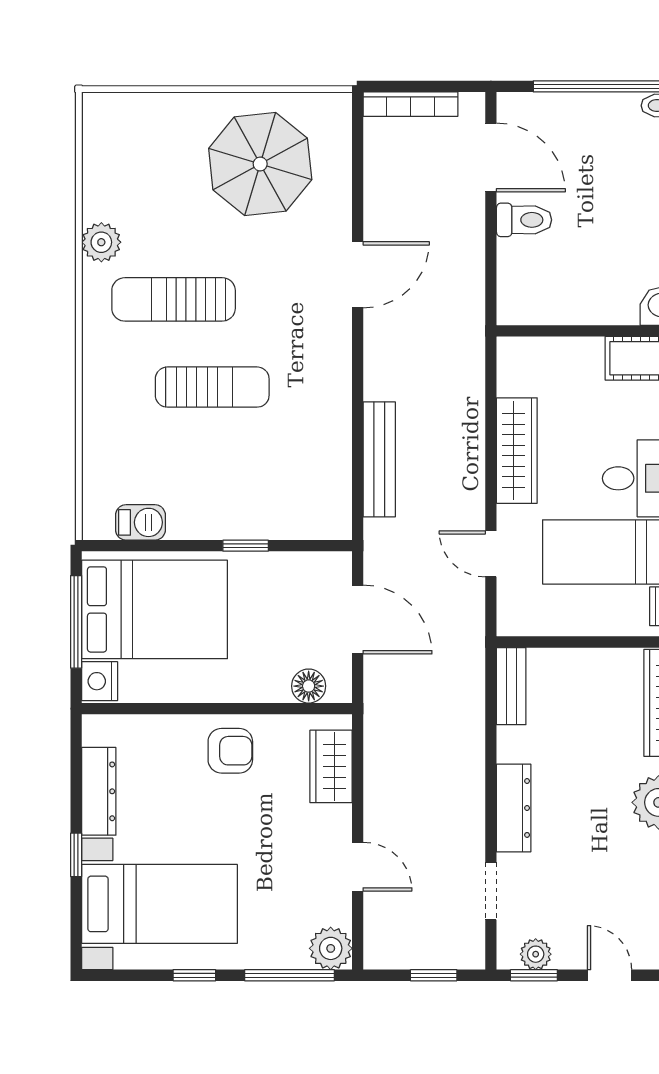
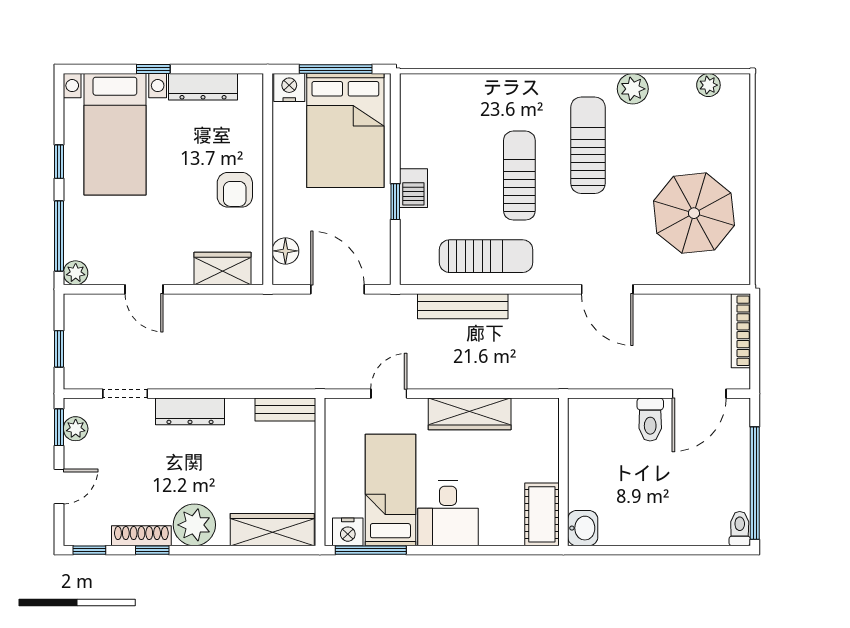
plant: (97, 146) -> (708, 85), added
sun lounger: (212, 387) -> (519, 176), turned 180
sun lounger: (315, 430) -> (486, 256), added
barbecue: (140, 522) -> (413, 188), moved
door: (358, 620) -> (337, 289), swing flipped
door: (358, 867) -> (144, 289), hinge flipped
plant: (331, 948) -> (76, 273), width x0.73, depth x0.73

